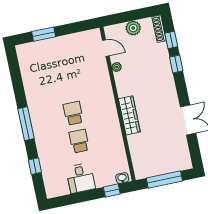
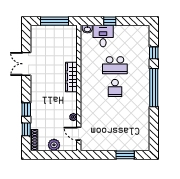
window: (26, 124) -> (154, 88), width x1.46
school desk: (79, 141) -> (115, 65), width x1.85
desk: (81, 178) -> (103, 36), moved
window: (112, 190) -> (110, 21), moved

